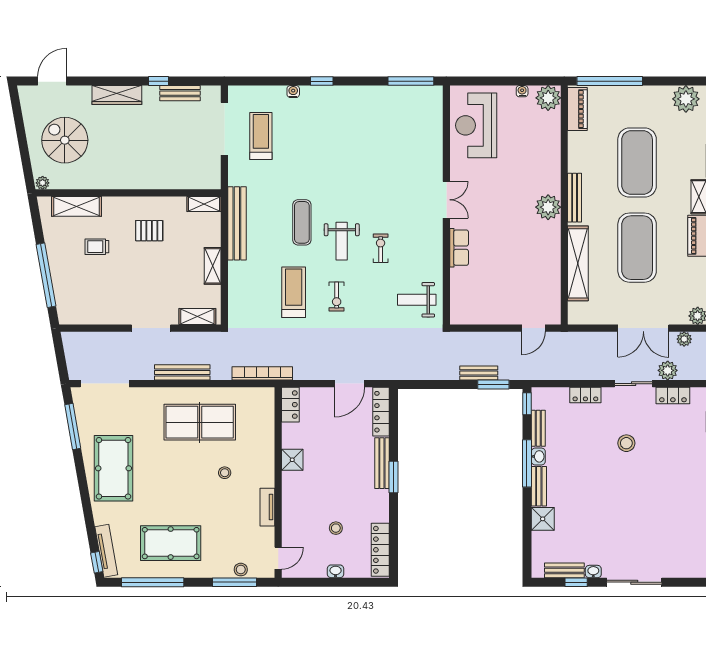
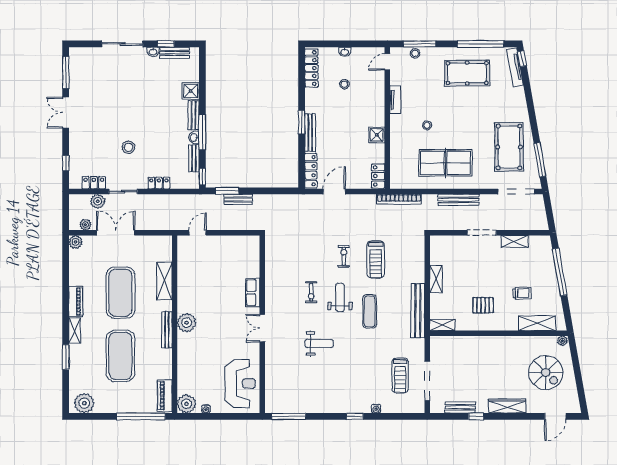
shelving: (578, 263) -> (164, 281), width x0.68
weight bench: (417, 300) -> (319, 344), moved
shelving: (197, 317) -> (515, 241), moved
pool table: (113, 468) -> (509, 147), moved

